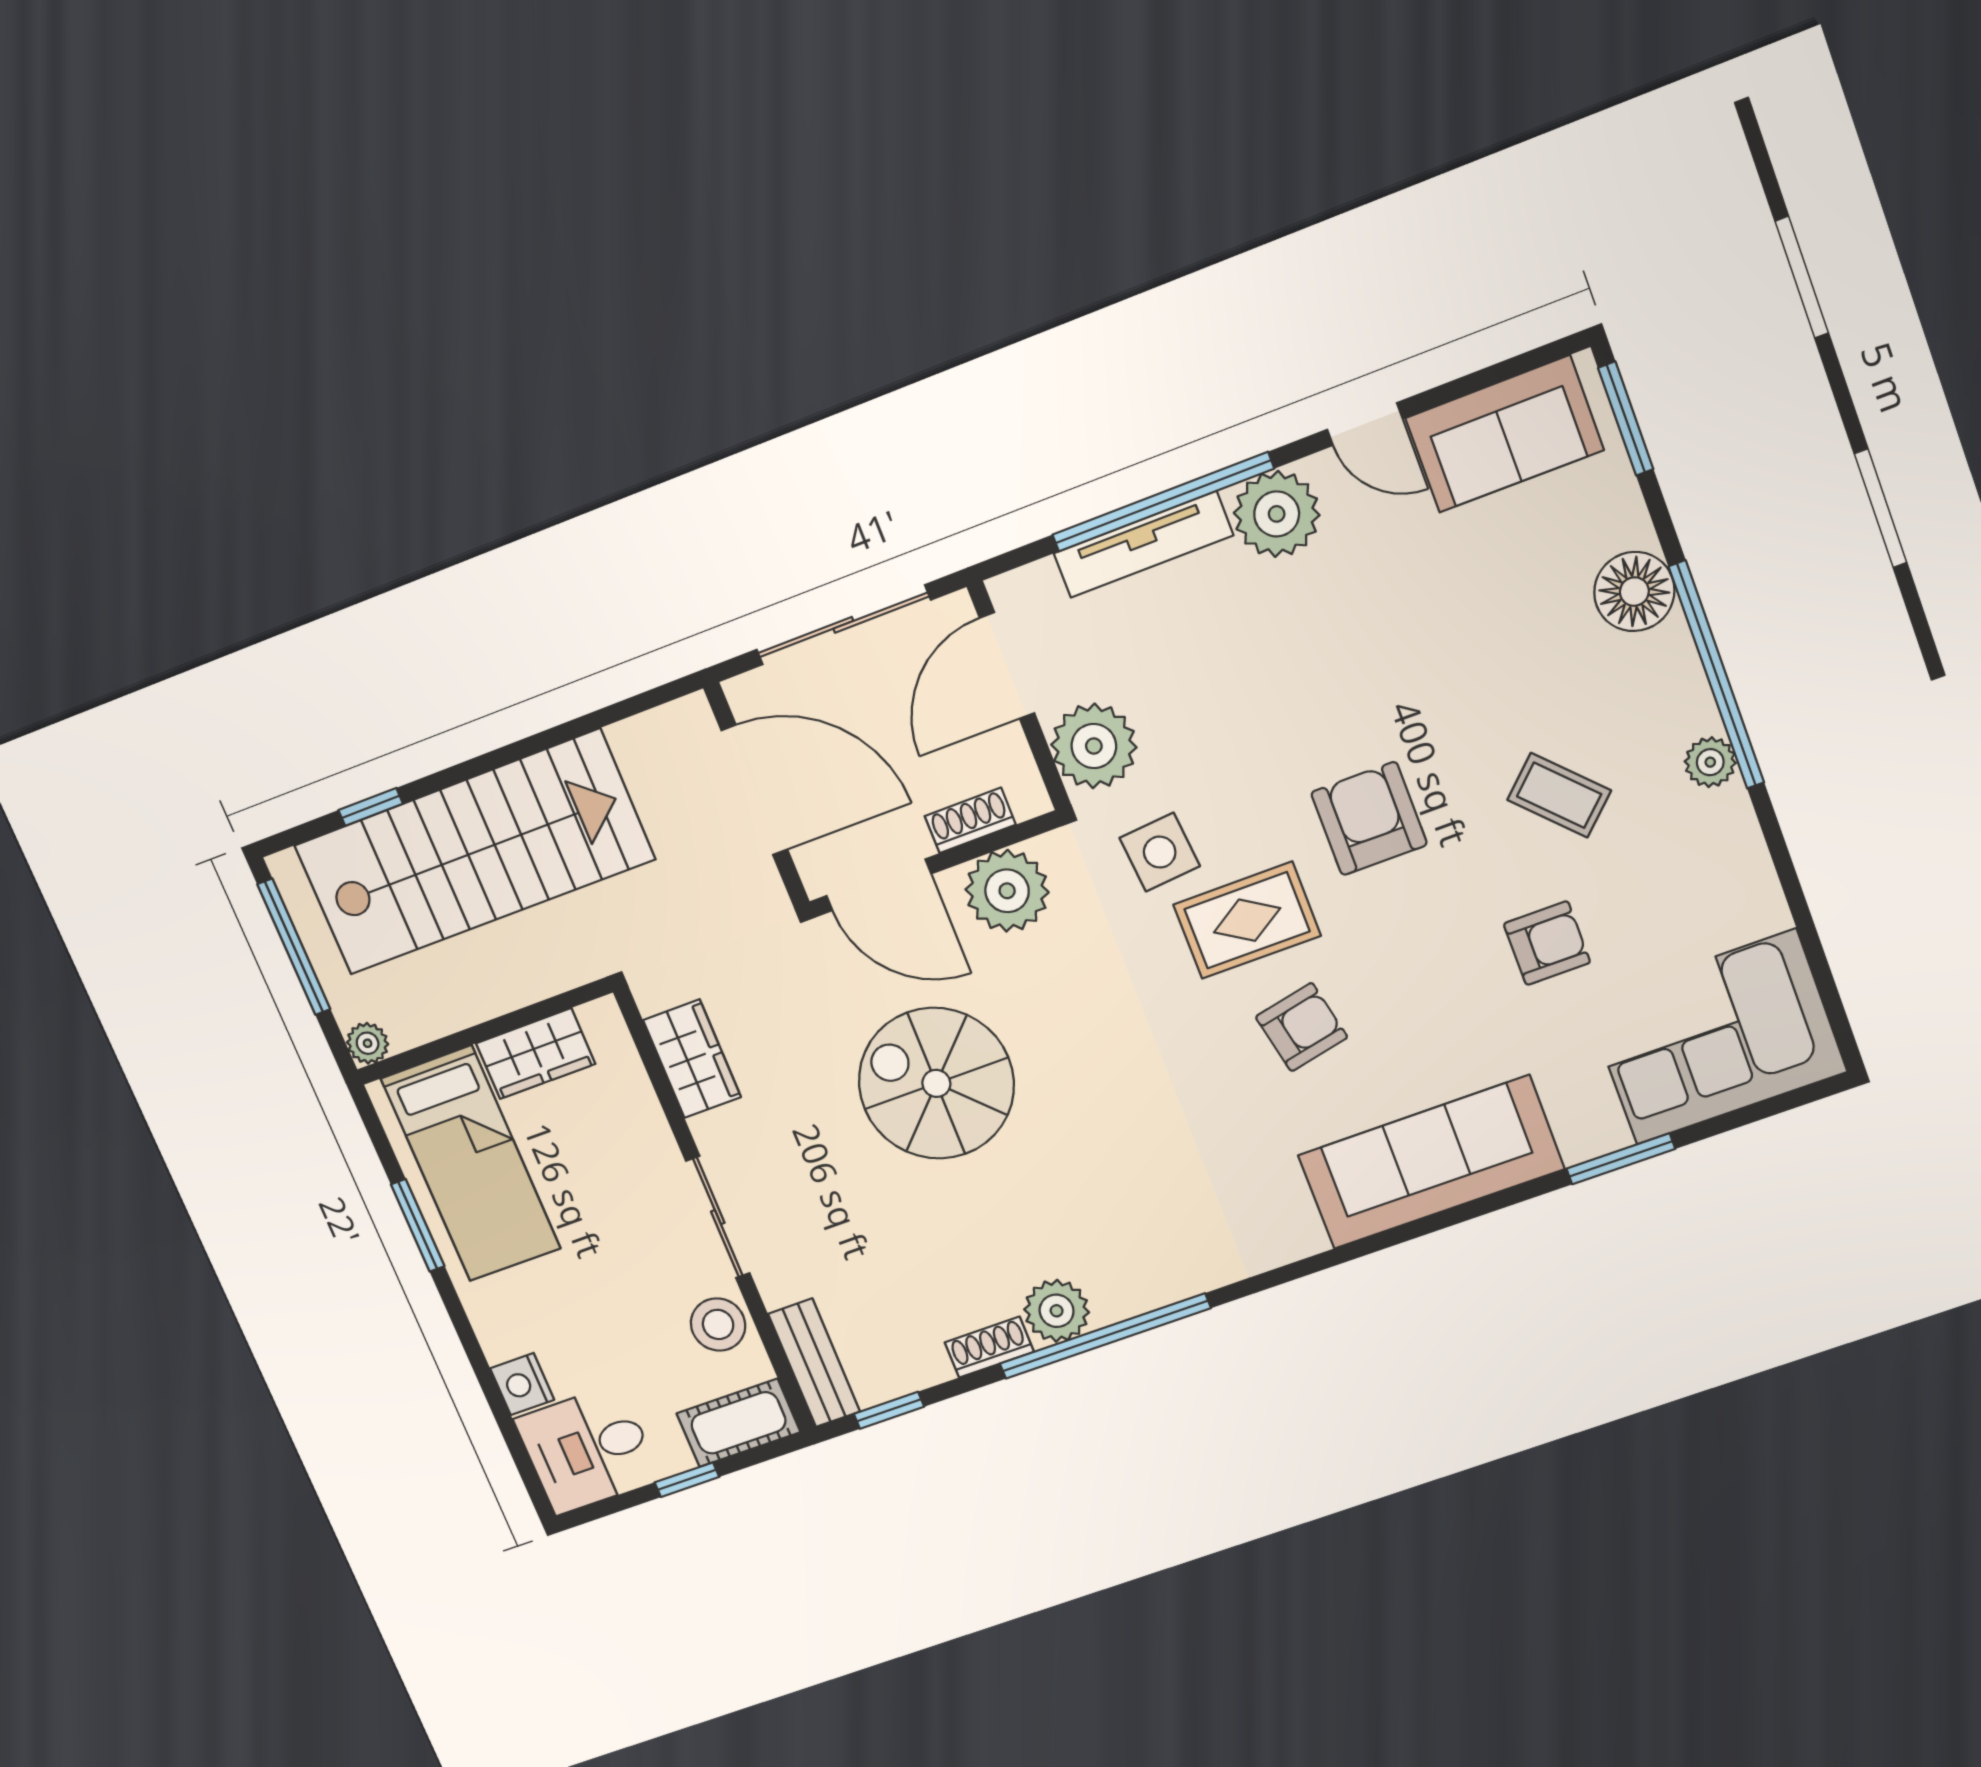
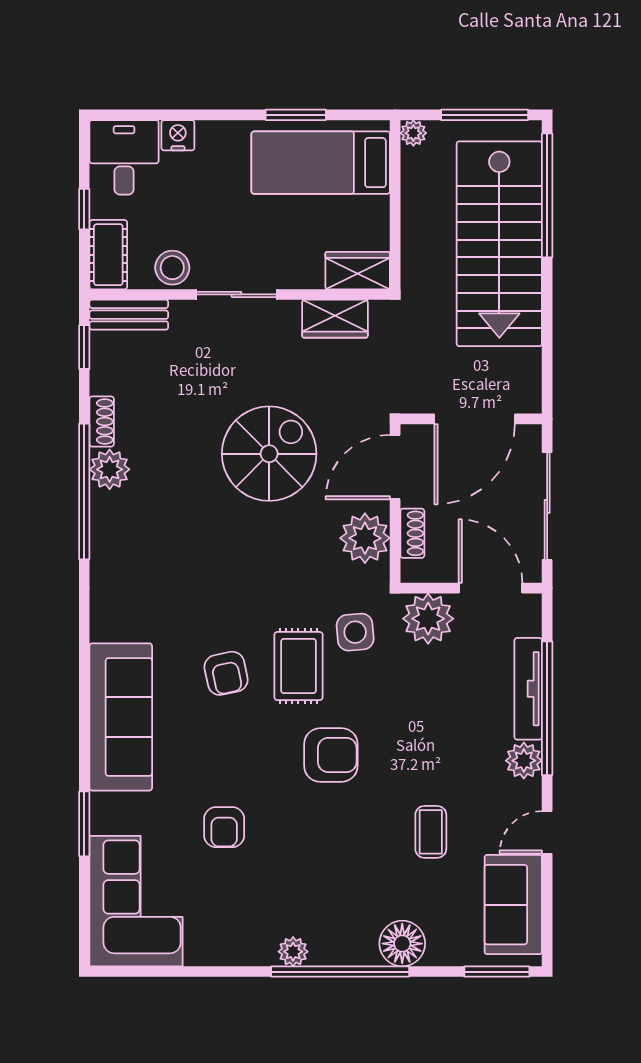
plant: (1277, 514) -> (524, 761), width x0.73, depth x0.73
coffee table: (1559, 795) -> (431, 832), moved, turned -46
window: (371, 807) -> (547, 195), width x3.17
wardrobe: (536, 1054) -> (358, 271), moved, turned 90

